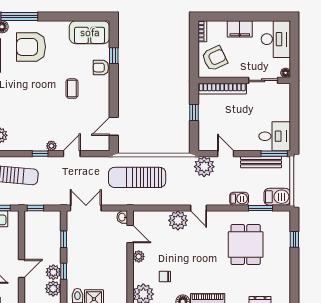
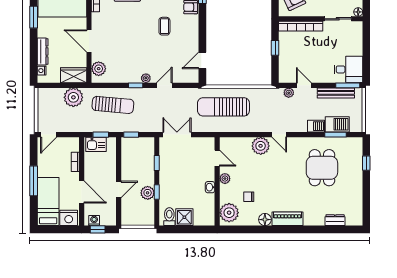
plant: (204, 167) -> (289, 93), width x0.53, depth x0.53
barbecue: (277, 197) -> (337, 124), moved
washbasin: (122, 217) -> (210, 187), moved
plant: (53, 289) -> (147, 208), removed

